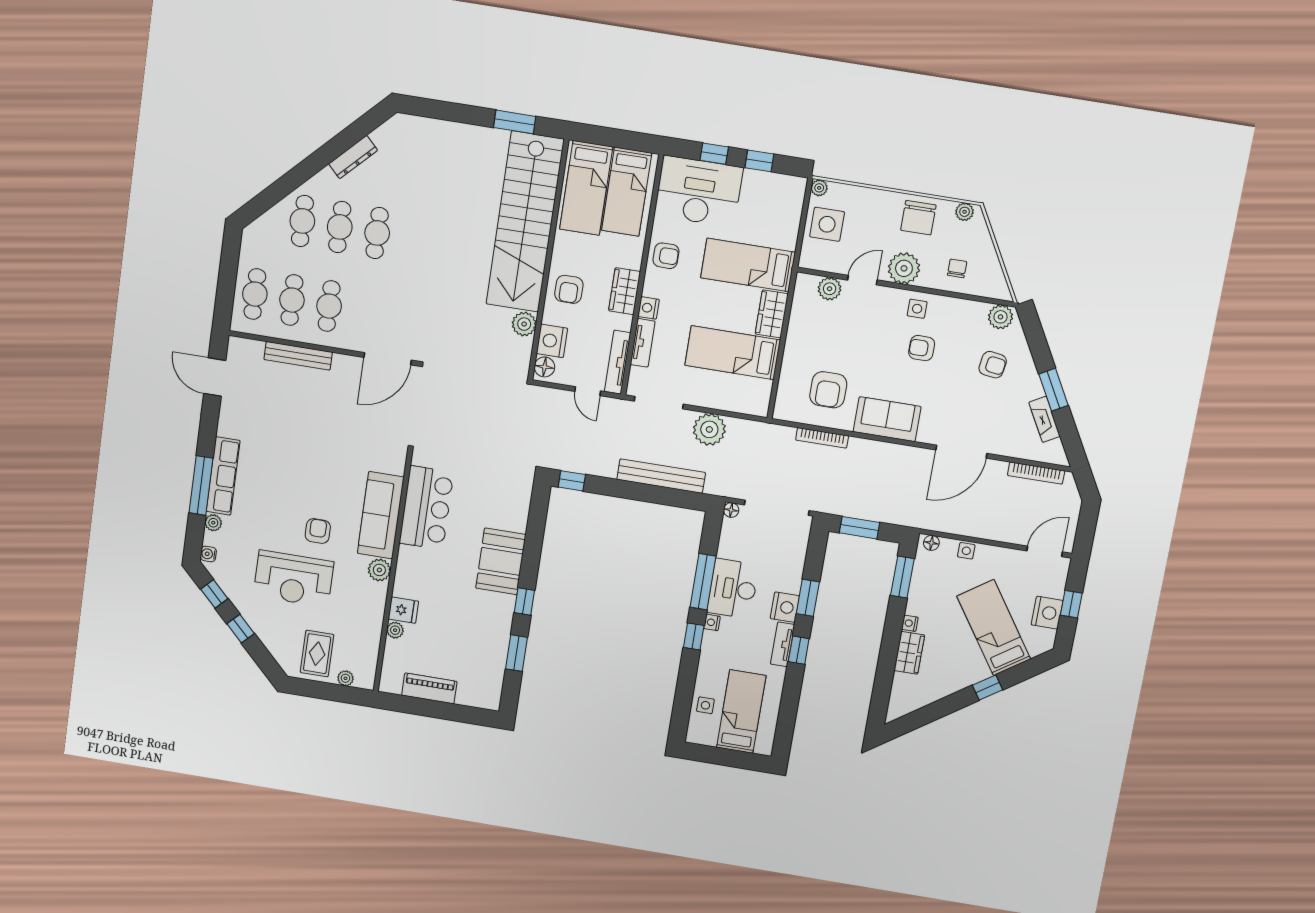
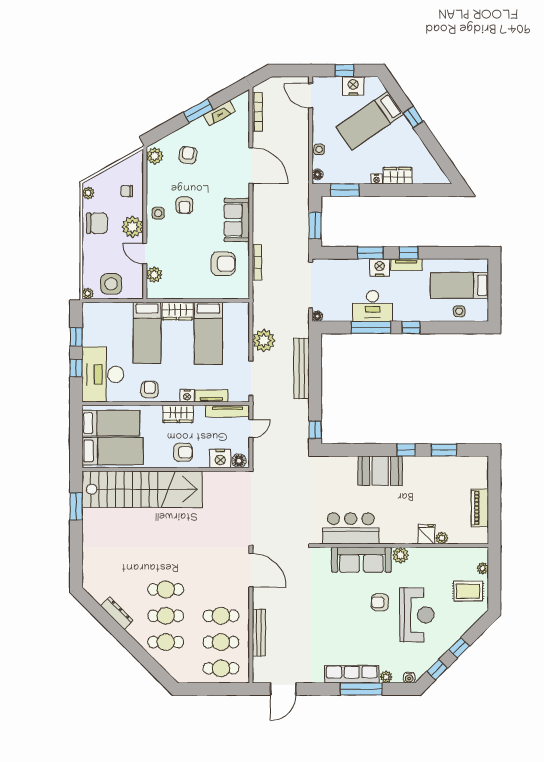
plant: (524, 324) -> (212, 479), removed
nightstand: (712, 622) -> (399, 316), removed

